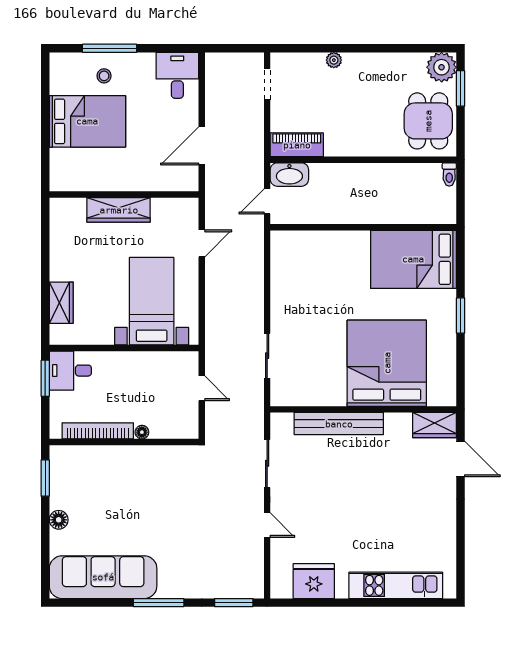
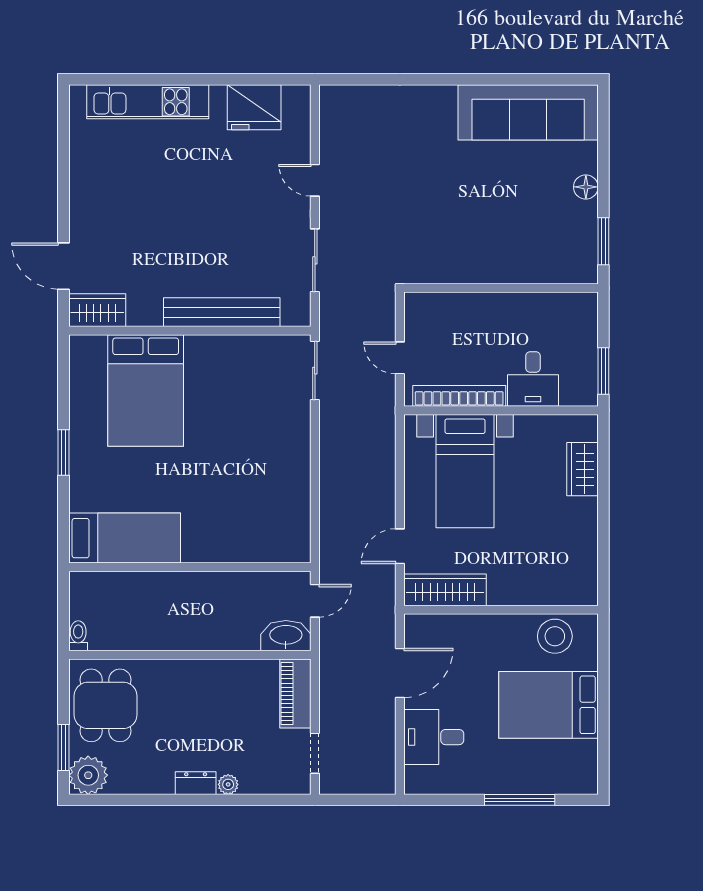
dresser: (359, 61) -> (196, 783), added
desk: (177, 75) -> (434, 737), moved, turned 90
stool: (104, 76) -> (555, 636), moved, width x1.89, depth x1.89
piano: (297, 145) -> (295, 693), moved, turned 90
wardrobe: (119, 210) -> (445, 590), moved
bed: (413, 259) -> (125, 538), width x0.67
sliding door: (267, 356) -> (315, 371), moved
bed: (387, 363) -> (146, 390), width x0.73
desk: (70, 371) -> (533, 379), moved, turned 90
bookcase: (98, 431) -> (459, 396), moved, turned 180
floor lamp: (142, 432) -> (478, 301), removed
window: (159, 603) -> (456, 79), removed
window: (234, 603) -> (358, 79), removed

